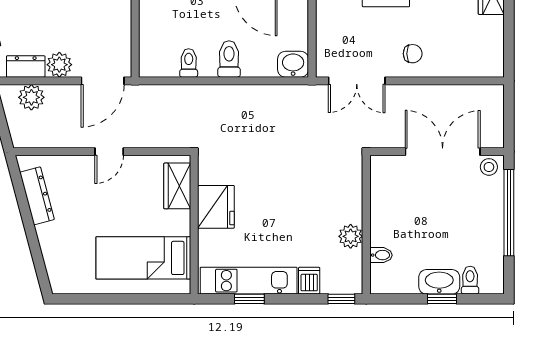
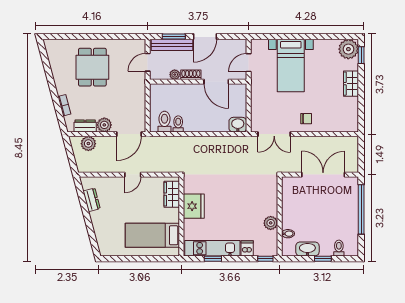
toilet: (229, 59) -> (164, 122), moved
stool: (489, 167) -> (350, 183), removed
dresser: (37, 196) -> (92, 200), width x0.70
washbasin: (439, 282) -> (307, 249), moved

